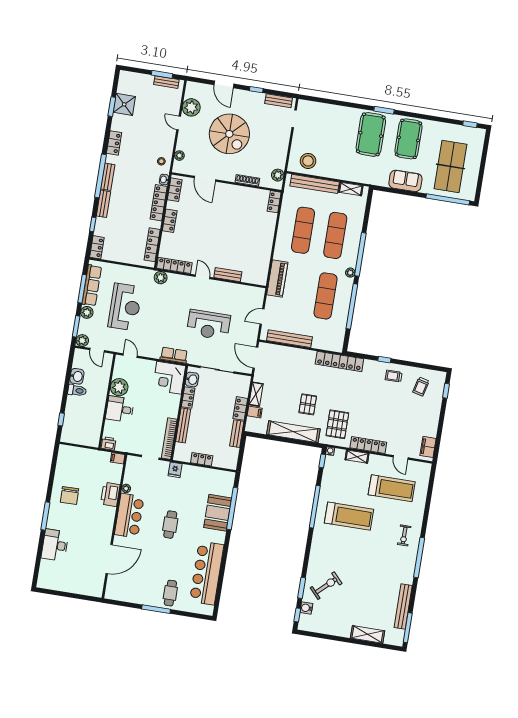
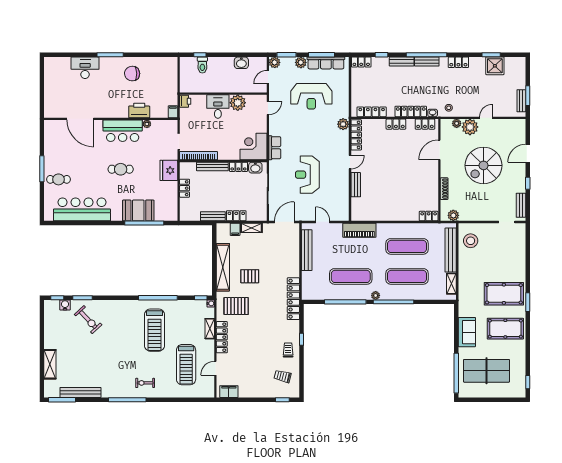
plant: (191, 107) -> (470, 127), moved
toilet: (77, 390) -> (202, 65), moved
fridge: (175, 470) -> (169, 170), width x1.88, depth x1.34

